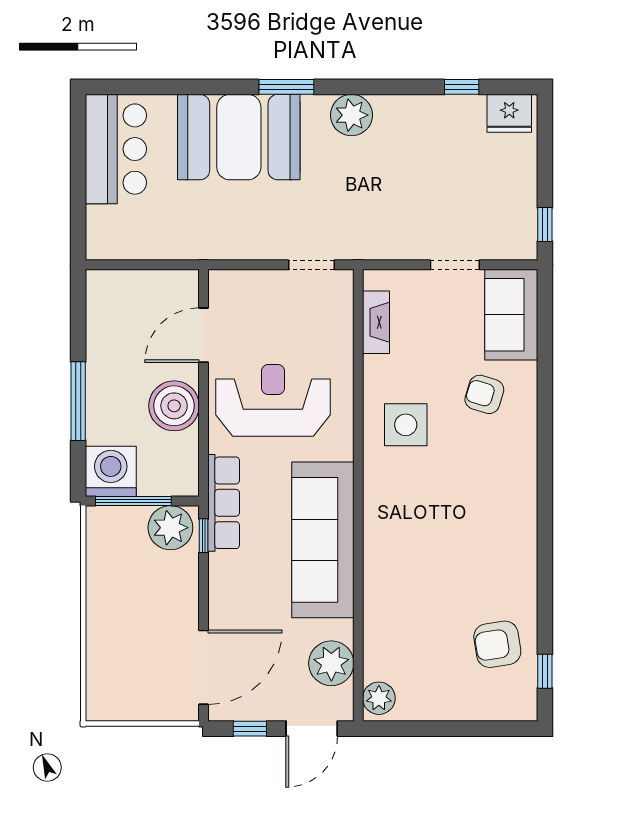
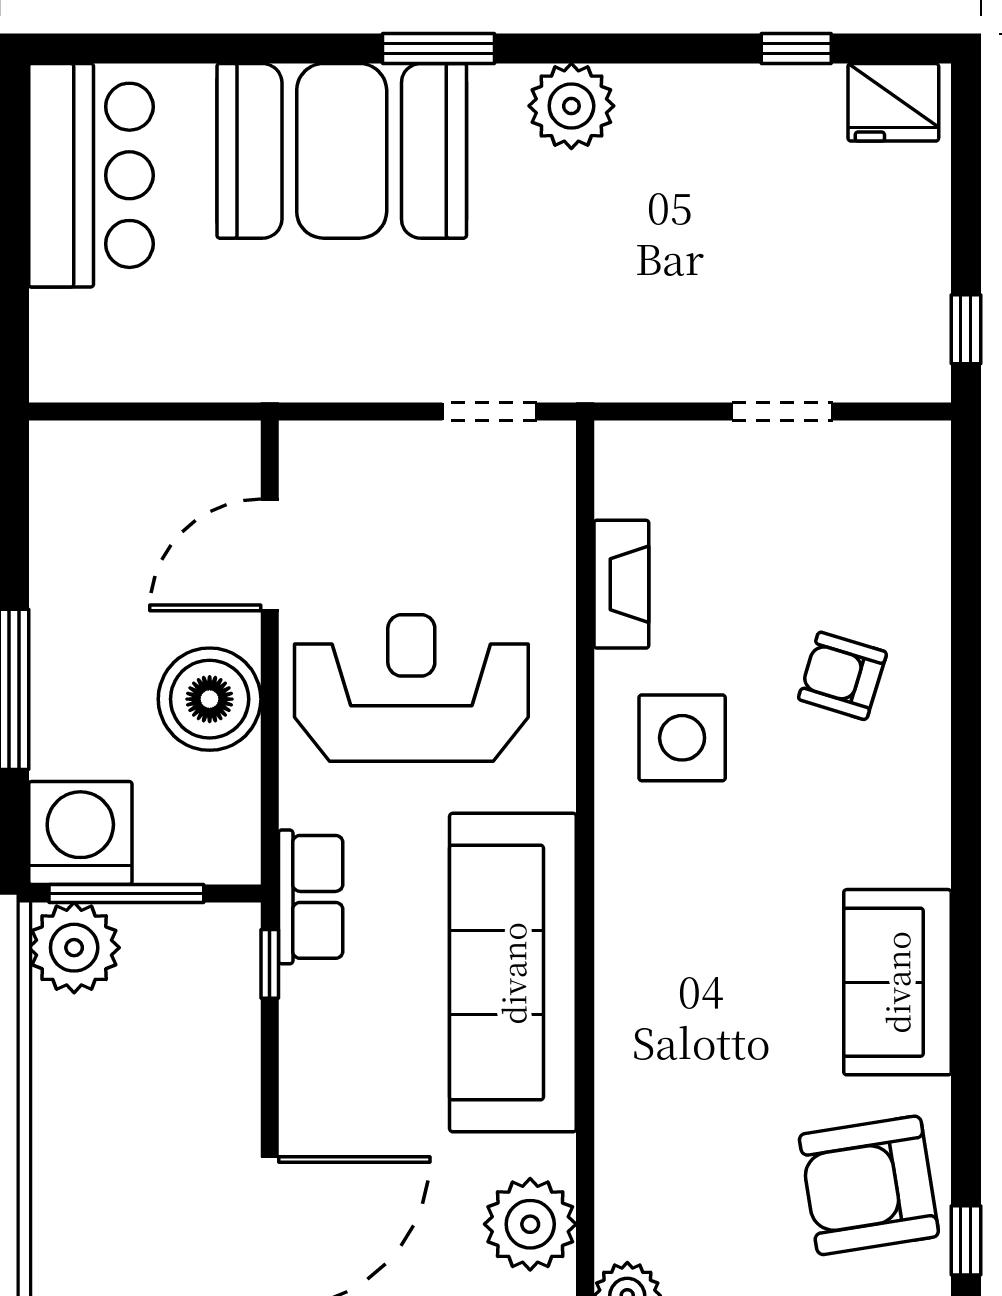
sofa: (511, 315) -> (897, 982), moved
fireplace: (376, 322) -> (621, 584), moved
row of seats: (224, 503) -> (311, 897), width x0.68
plant: (170, 528) -> (74, 948), moved
armchair: (497, 644) -> (869, 1185), width x1.36, depth x1.36

